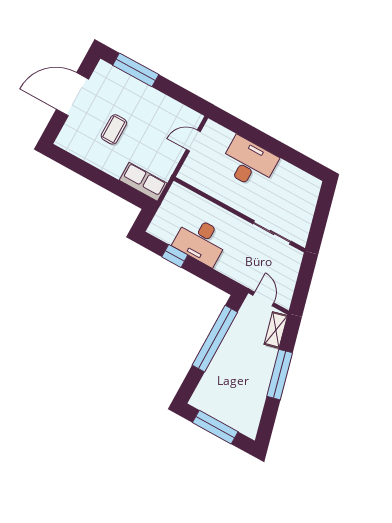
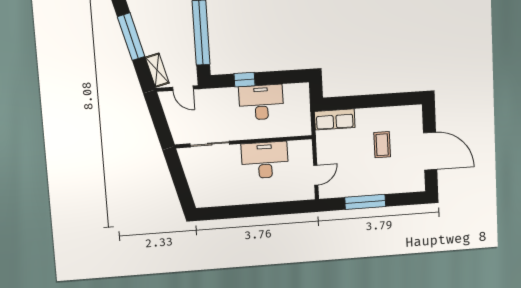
window: (136, 70) -> (365, 202), moved
door: (72, 94) -> (430, 151), hinge flipped
desk: (249, 163) -> (265, 160), moved, turned 180
window: (175, 256) -> (245, 80), moved

